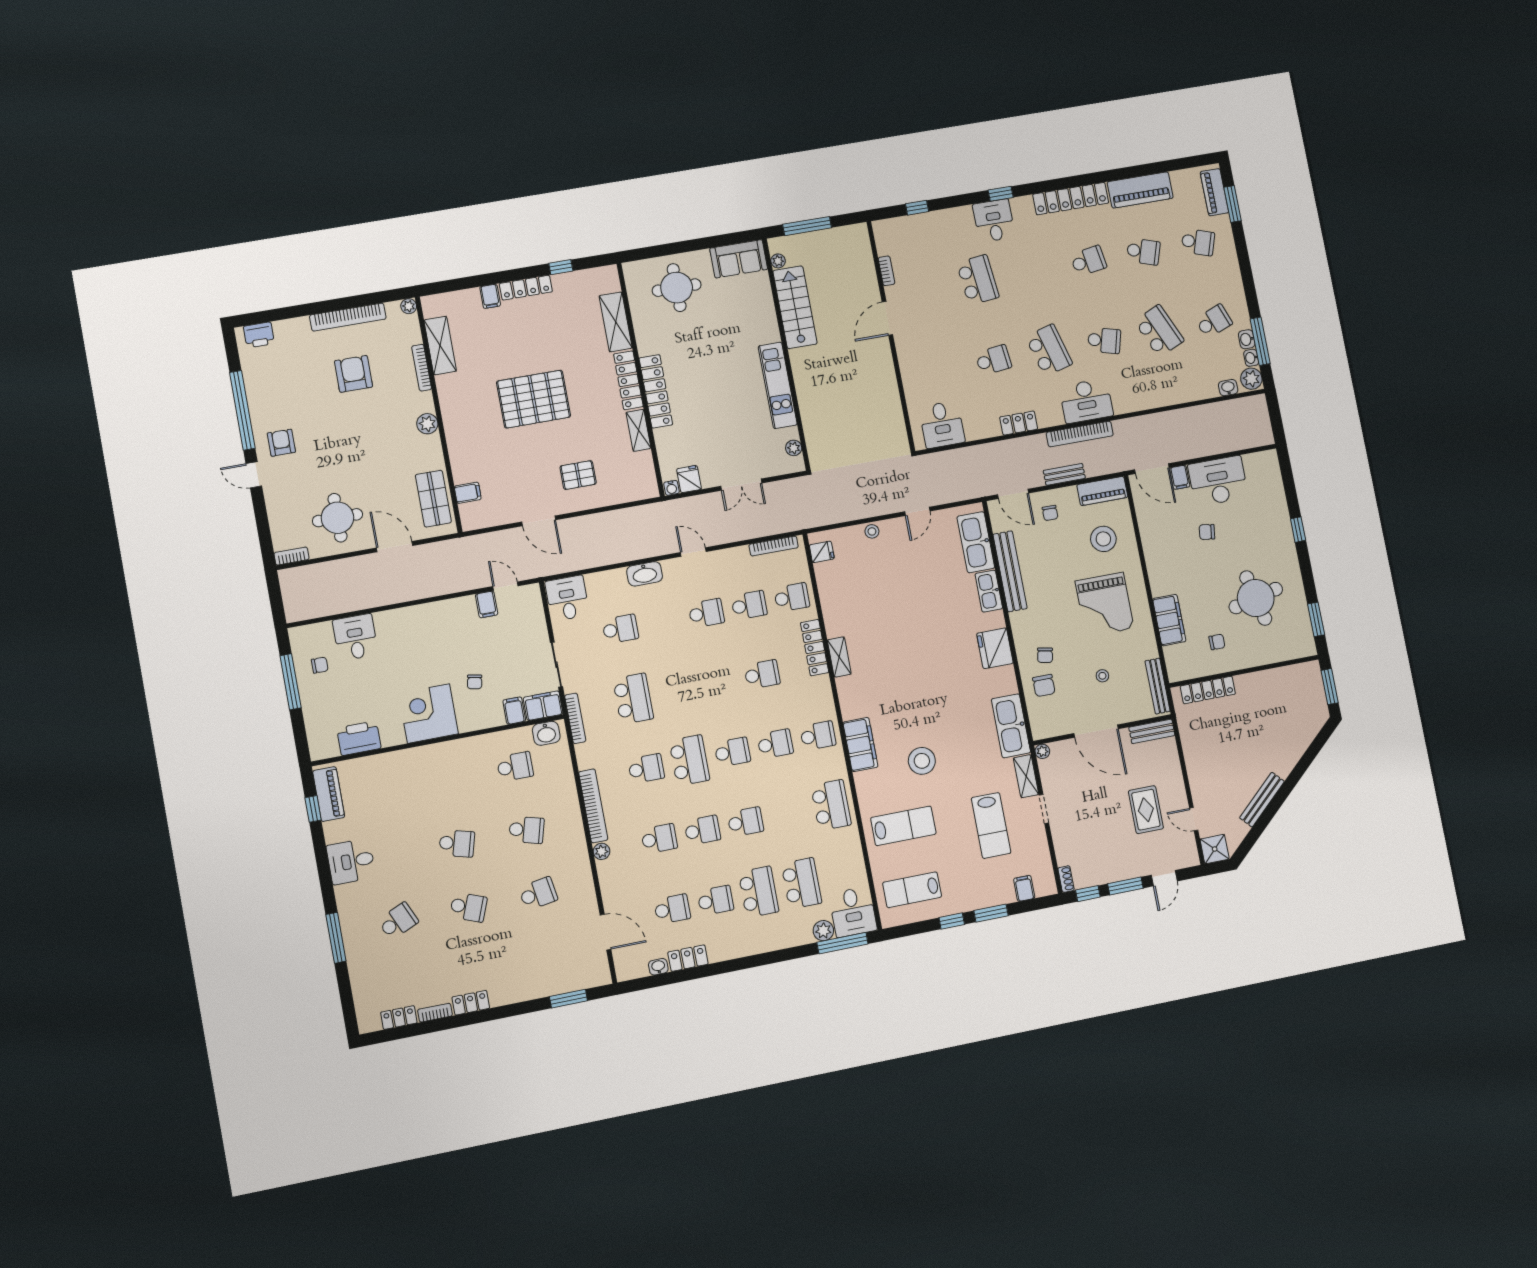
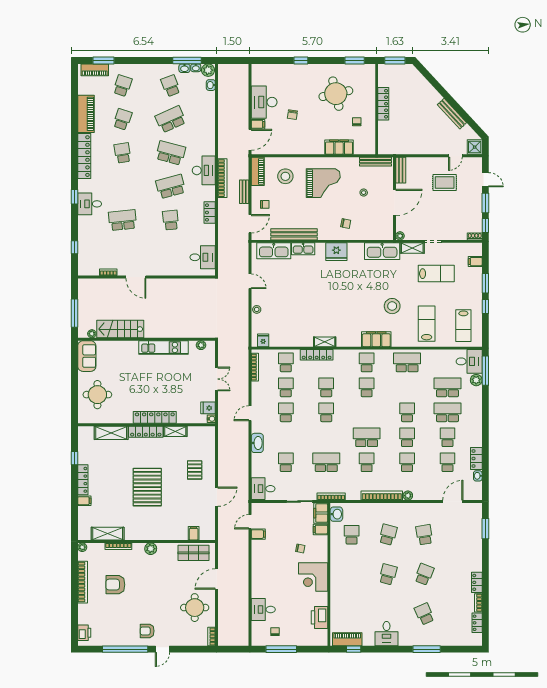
school desk: (1104, 341) -> (171, 153), width x1.85
chair: (1044, 686) -> (363, 228), removed
locker: (1208, 690) -> (383, 104), moved
school desk: (732, 752) -> (326, 412), moved

